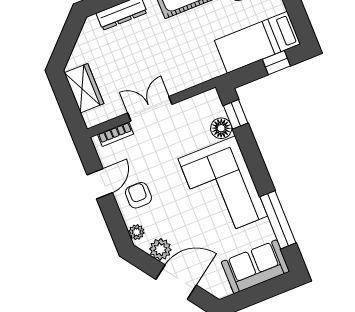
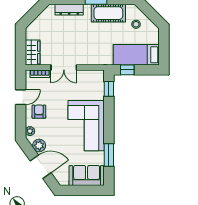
window: (276, 63) -> (127, 70), moved
wardrobe: (84, 88) -> (33, 52), moved
double door: (150, 109) -> (64, 67), swing flipped
floor lamp: (221, 128) -> (98, 93), removed
window: (278, 220) -> (109, 155), width x0.69

